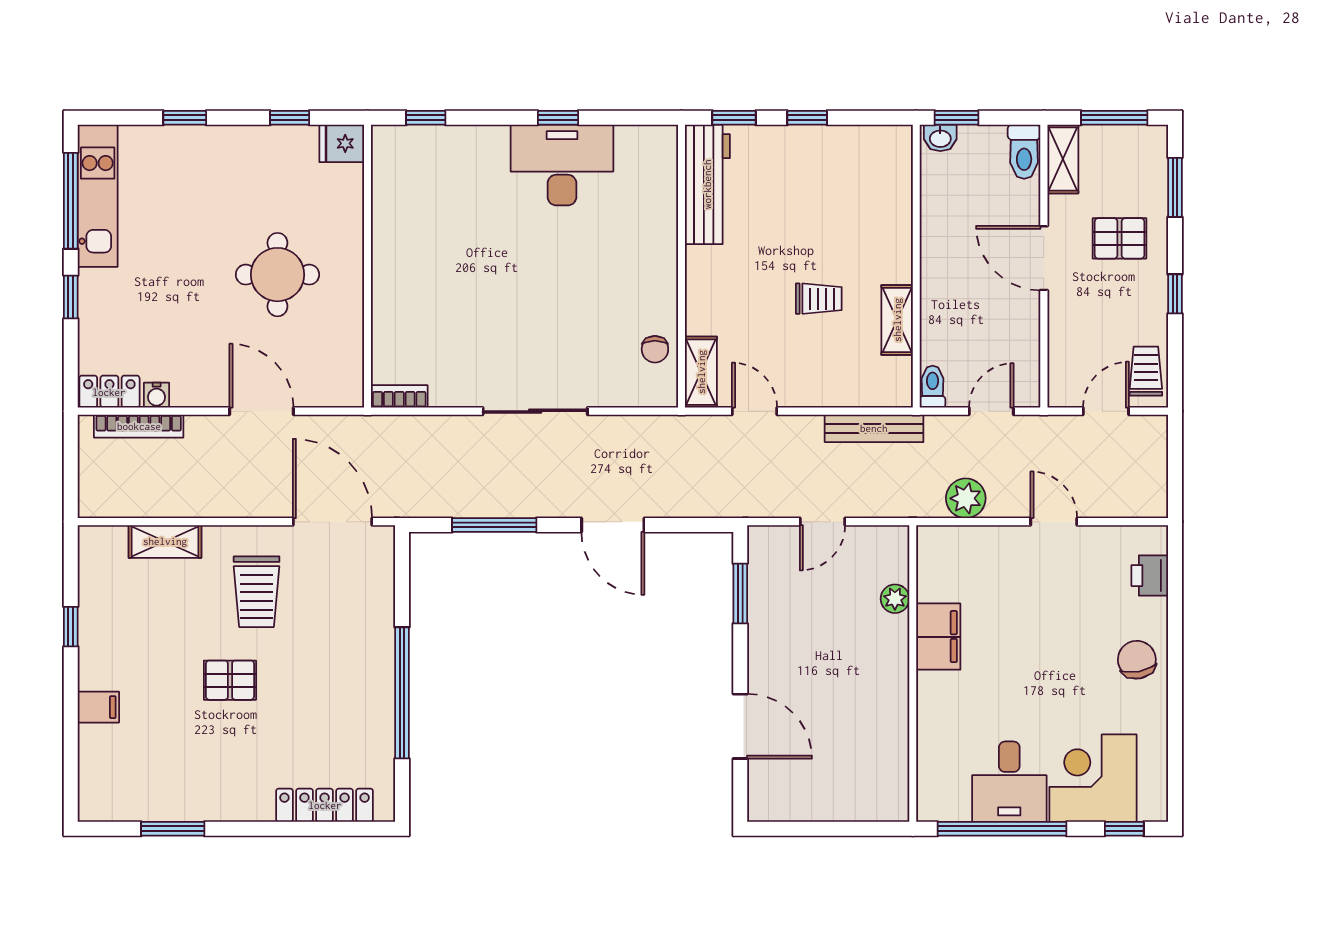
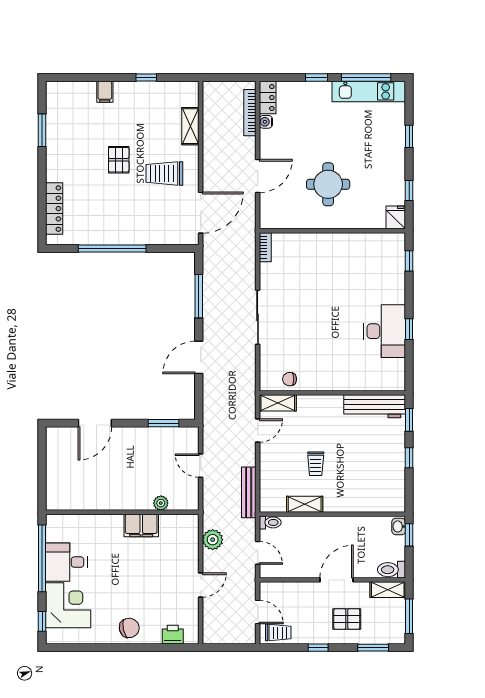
pallet: (1120, 238) -> (347, 619), turned 90

